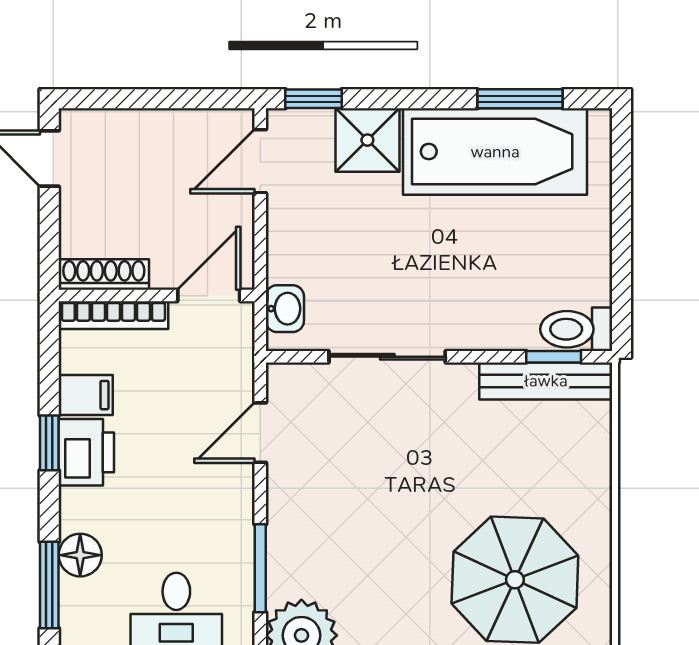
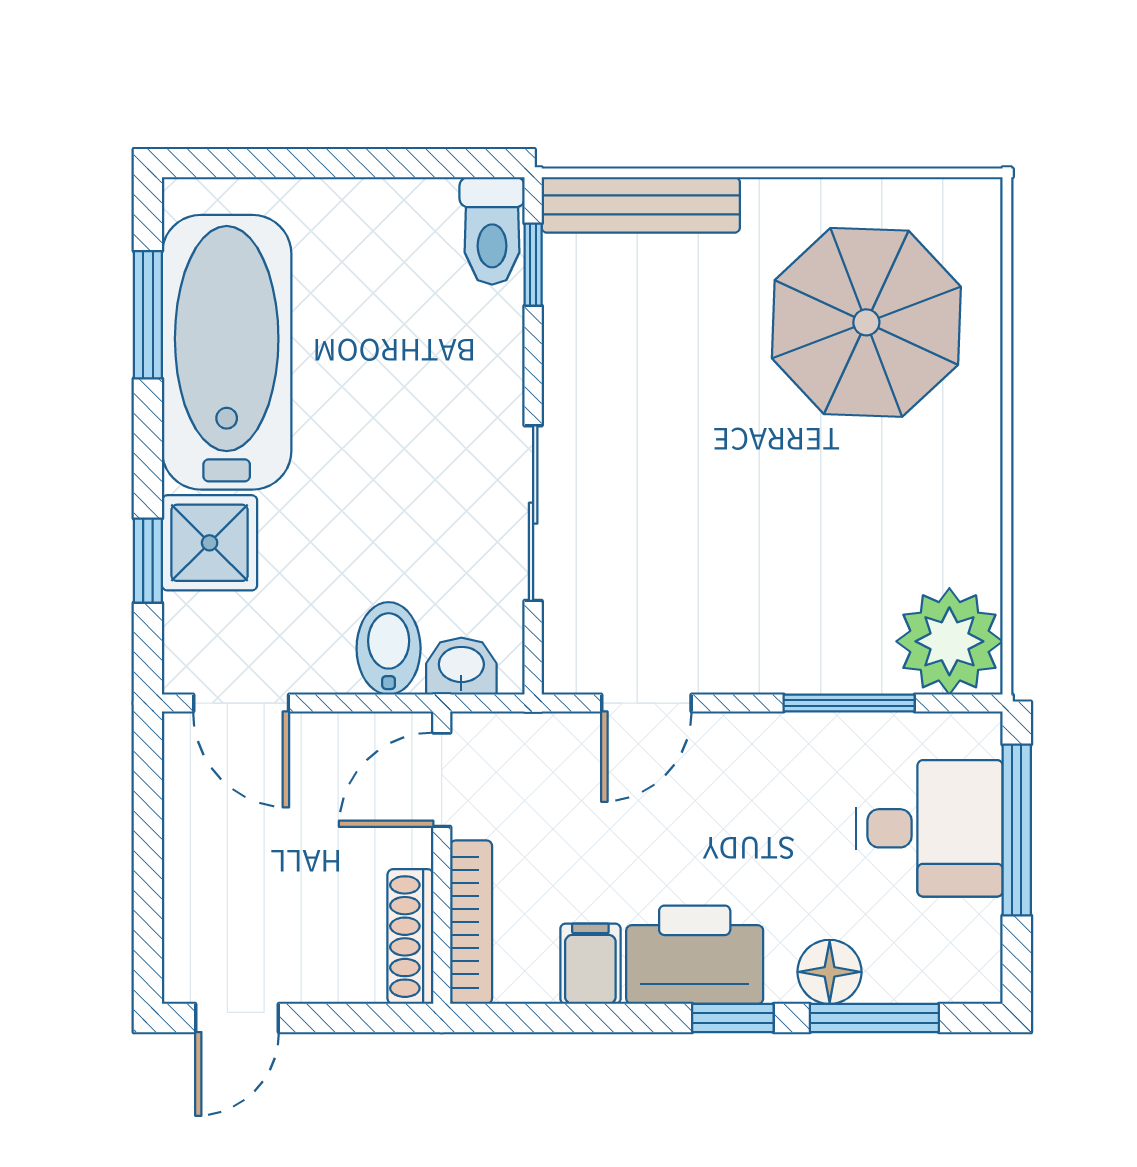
window: (313, 99) -> (148, 561), moved
bidet: (297, 260) -> (389, 648), added
door: (209, 296) -> (442, 780), hinge flipped
bench: (546, 381) -> (641, 205), moved, turned 90
door: (260, 433) -> (646, 703), hinge flipped
window: (49, 443) -> (733, 1018), moved
printer: (86, 452) -> (695, 955), width x1.37, depth x1.19

